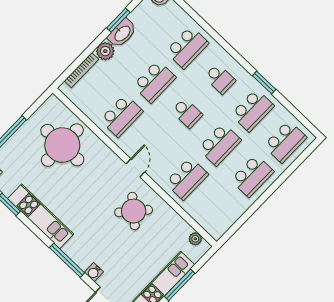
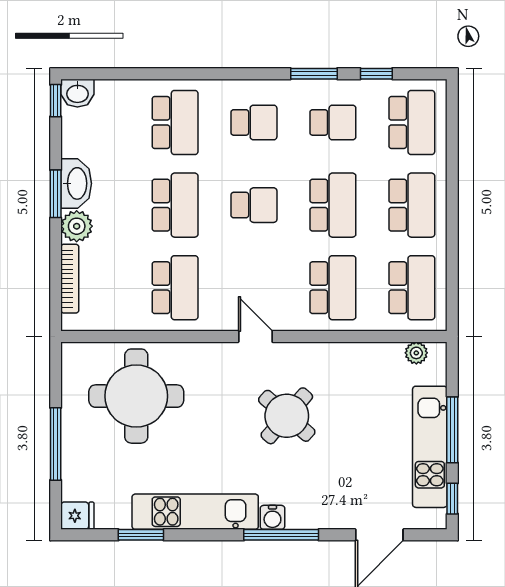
window: (118, 20) -> (56, 194), moved
window: (290, 107) -> (376, 74), added
school desk: (253, 110) -> (333, 122), width x0.54
school desk: (219, 210) -> (412, 288), added
round table: (134, 211) -> (287, 416), moved
water cooler: (94, 272) -> (272, 517), moved

